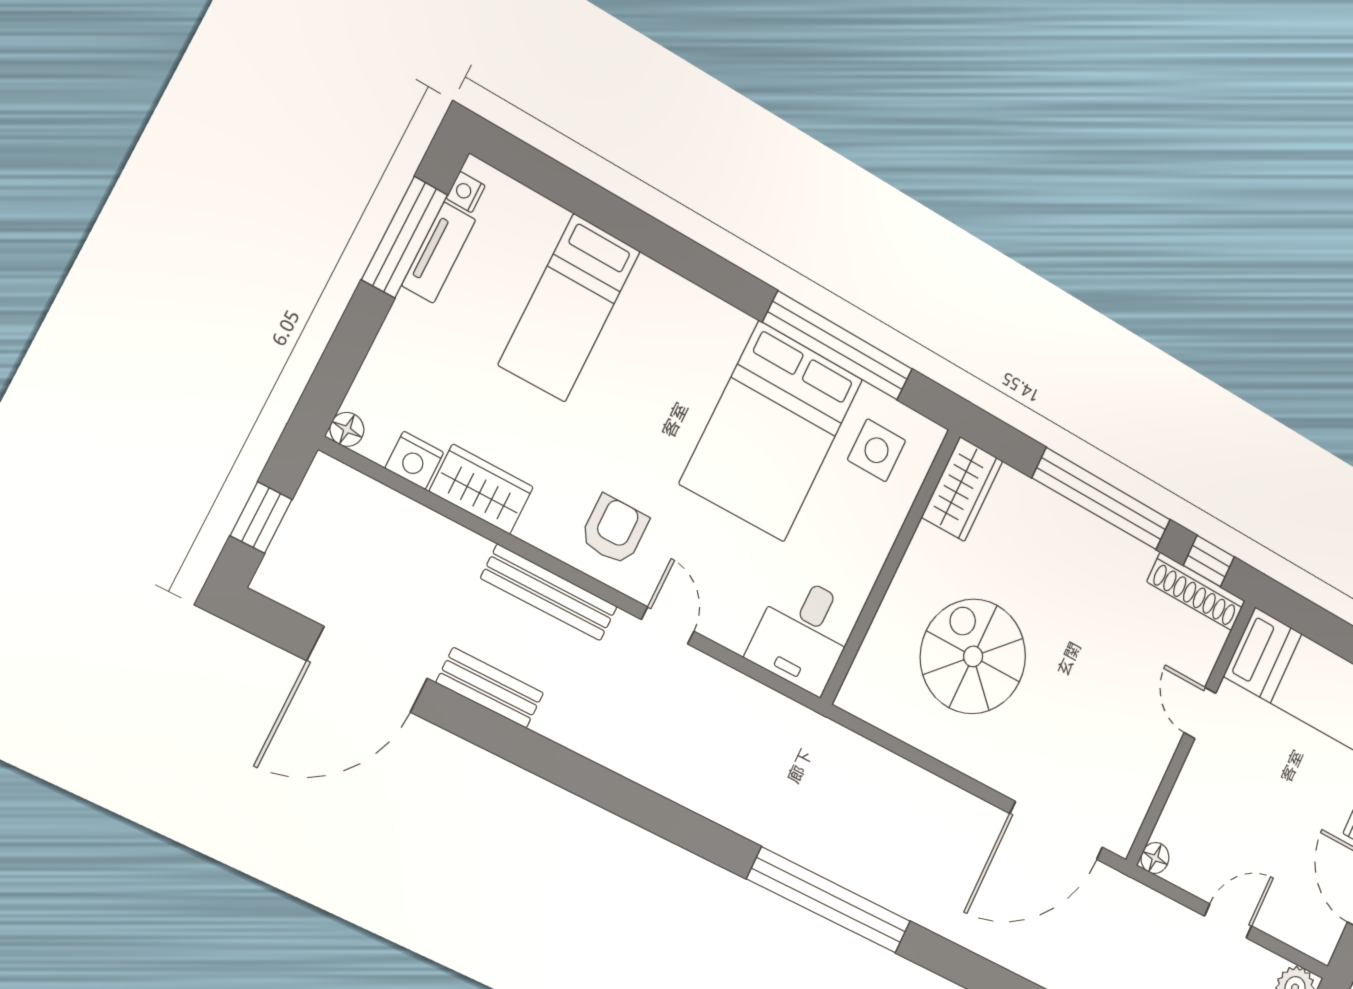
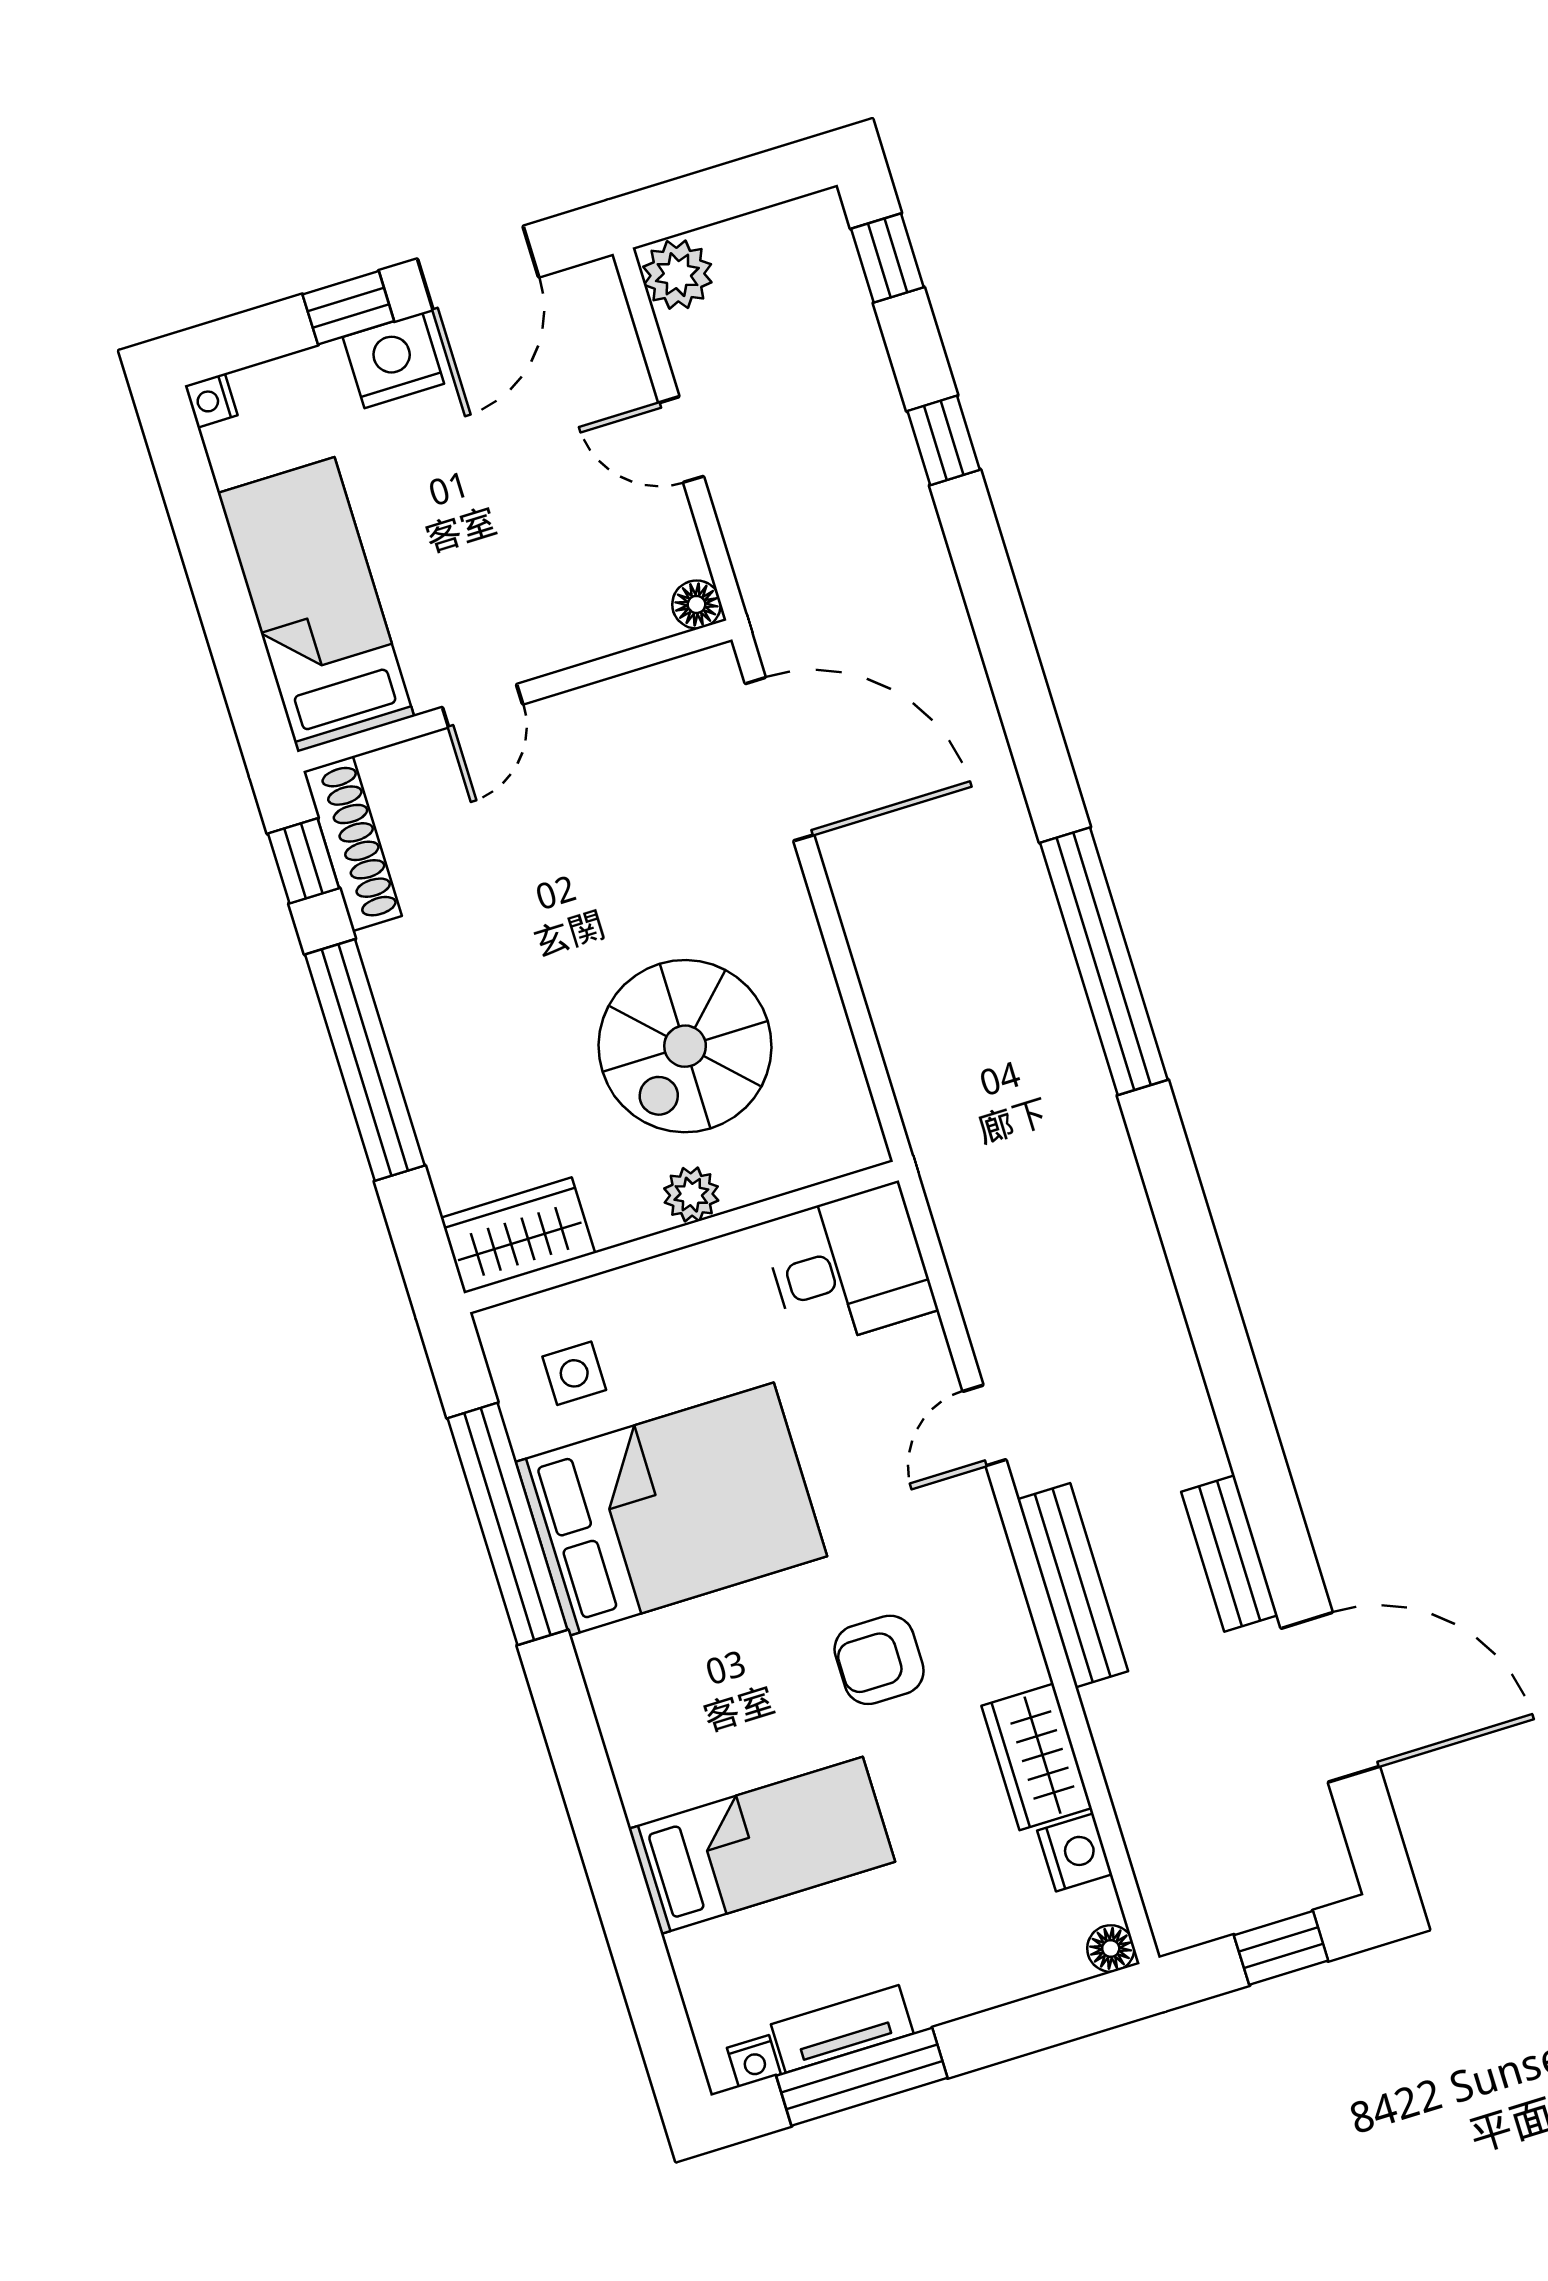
side table: (877, 450) -> (574, 1373), width x0.73, depth x0.73
armchair: (614, 530) -> (879, 1660), moved
plant: (905, 591) -> (691, 1195), added

